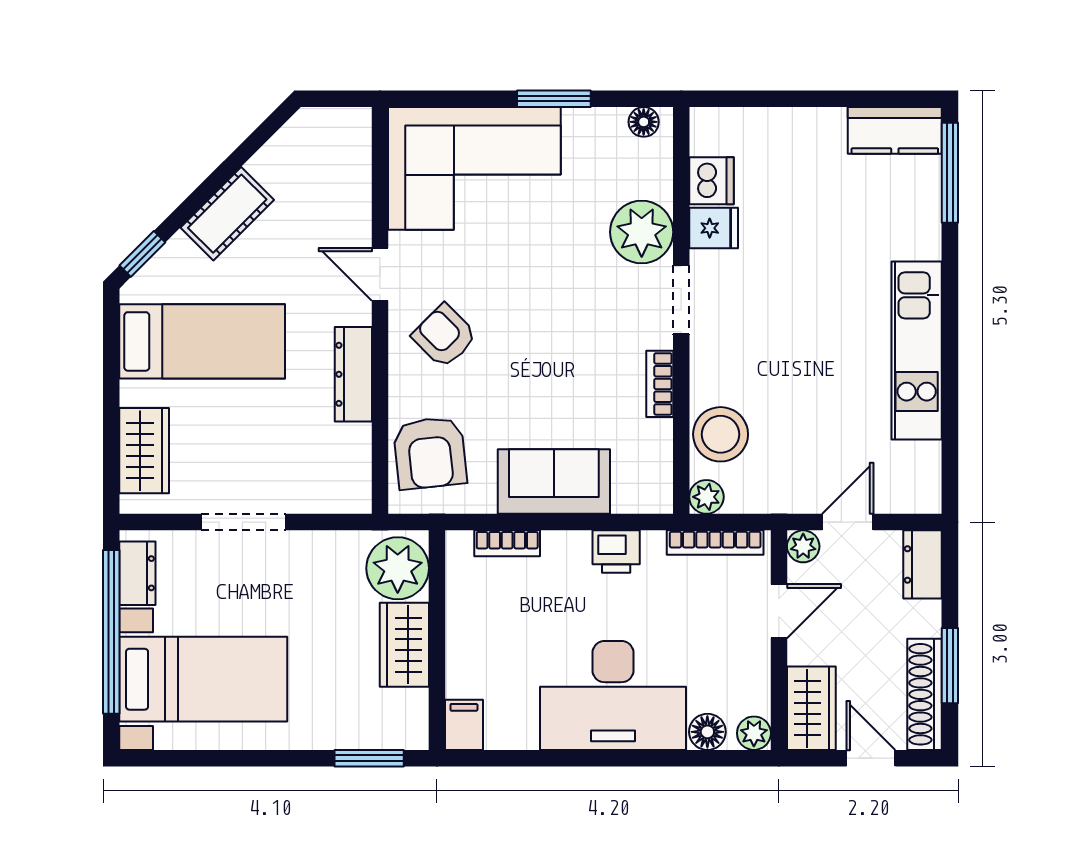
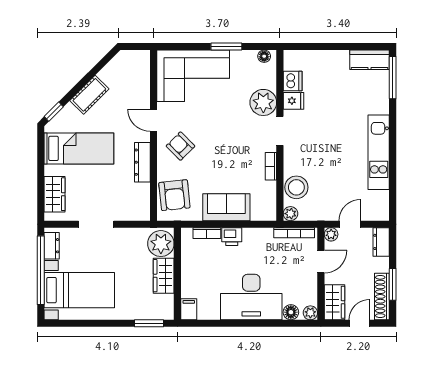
printer: (616, 552) -> (232, 237), moved
door: (871, 758) -> (359, 323), hinge flipped

